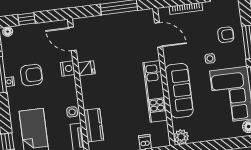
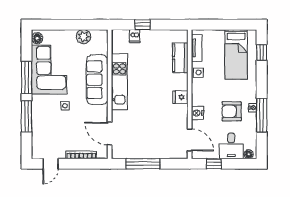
window: (26, 19) -> (214, 164), moved
armchair: (226, 35) -> (47, 126), removed
desk: (27, 38) -> (231, 146), added
fridge: (86, 68) -> (180, 97), moved
plant: (181, 137) -> (83, 37), moved

